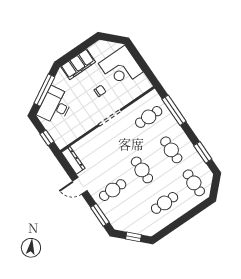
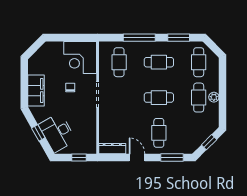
corner desk: (121, 68) -> (80, 58), moved, turned 90
window: (44, 90) -> (38, 133), width x0.46
window: (174, 110) -> (139, 38), moved
cafe table: (194, 183) -> (199, 62), turned 90
door: (80, 186) -> (137, 157), swing flipped
plant: (173, 215) -> (214, 97), added

